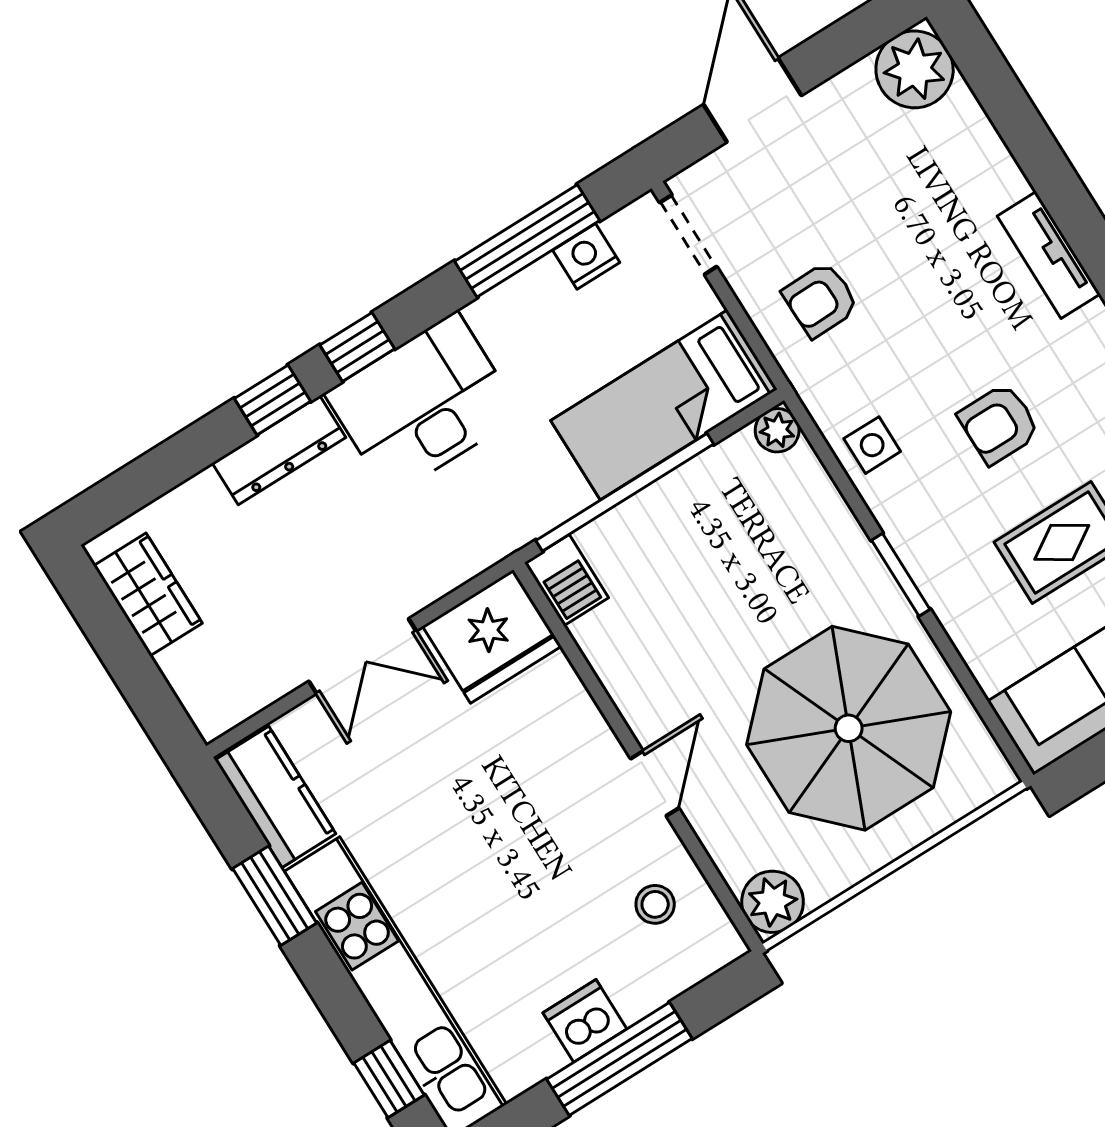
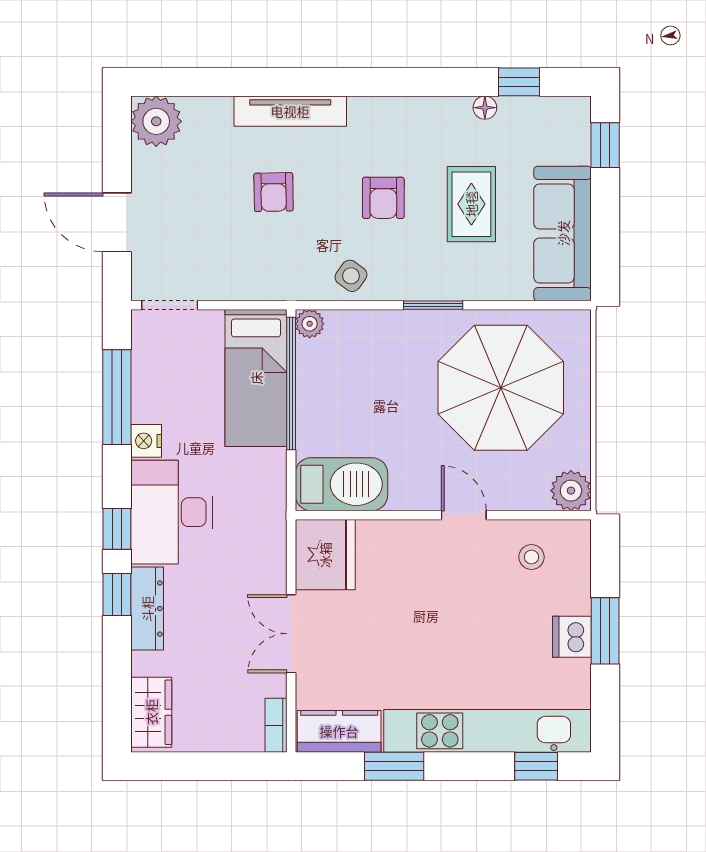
tv unit: (1049, 255) -> (290, 111), width x1.41
nightstand: (586, 256) -> (146, 441), moved
armchair: (820, 300) -> (274, 192), moved
side table: (872, 445) -> (351, 276), turned 36
window: (625, 492) -> (291, 384), moved
barbecue: (566, 580) -> (341, 484), width x1.88, depth x1.53
wardrobe: (148, 594) -> (151, 712), moved, turned 90
double door: (362, 656) -> (291, 634), swing flipped
bookcase: (232, 711) -> (276, 725), added
window: (619, 1059) -> (605, 631), width x0.69

